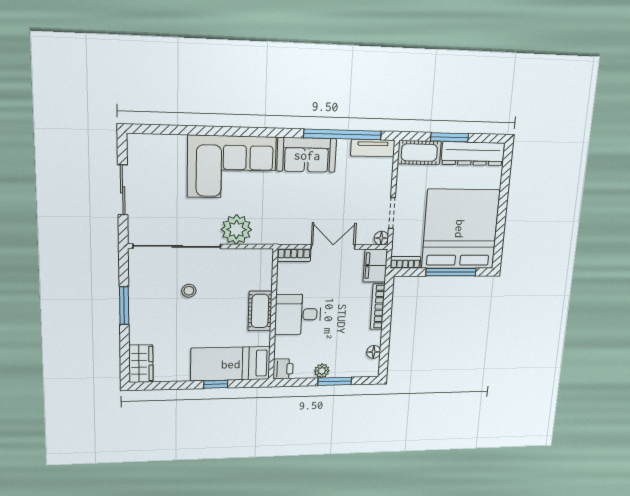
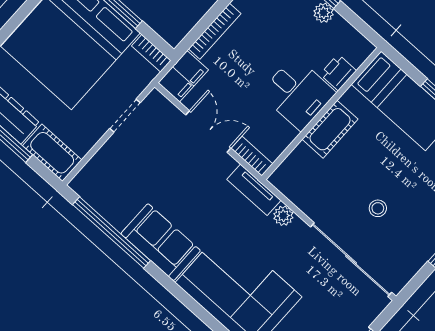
tv unit: (373, 148) -> (254, 190), moved, turned 180
plant: (236, 230) -> (283, 216), width x0.53, depth x0.53
floor lamp: (381, 238) -> (155, 99), removed
double door: (333, 247) -> (208, 132), swing flipped
printer: (283, 369) -> (338, 72), moved

